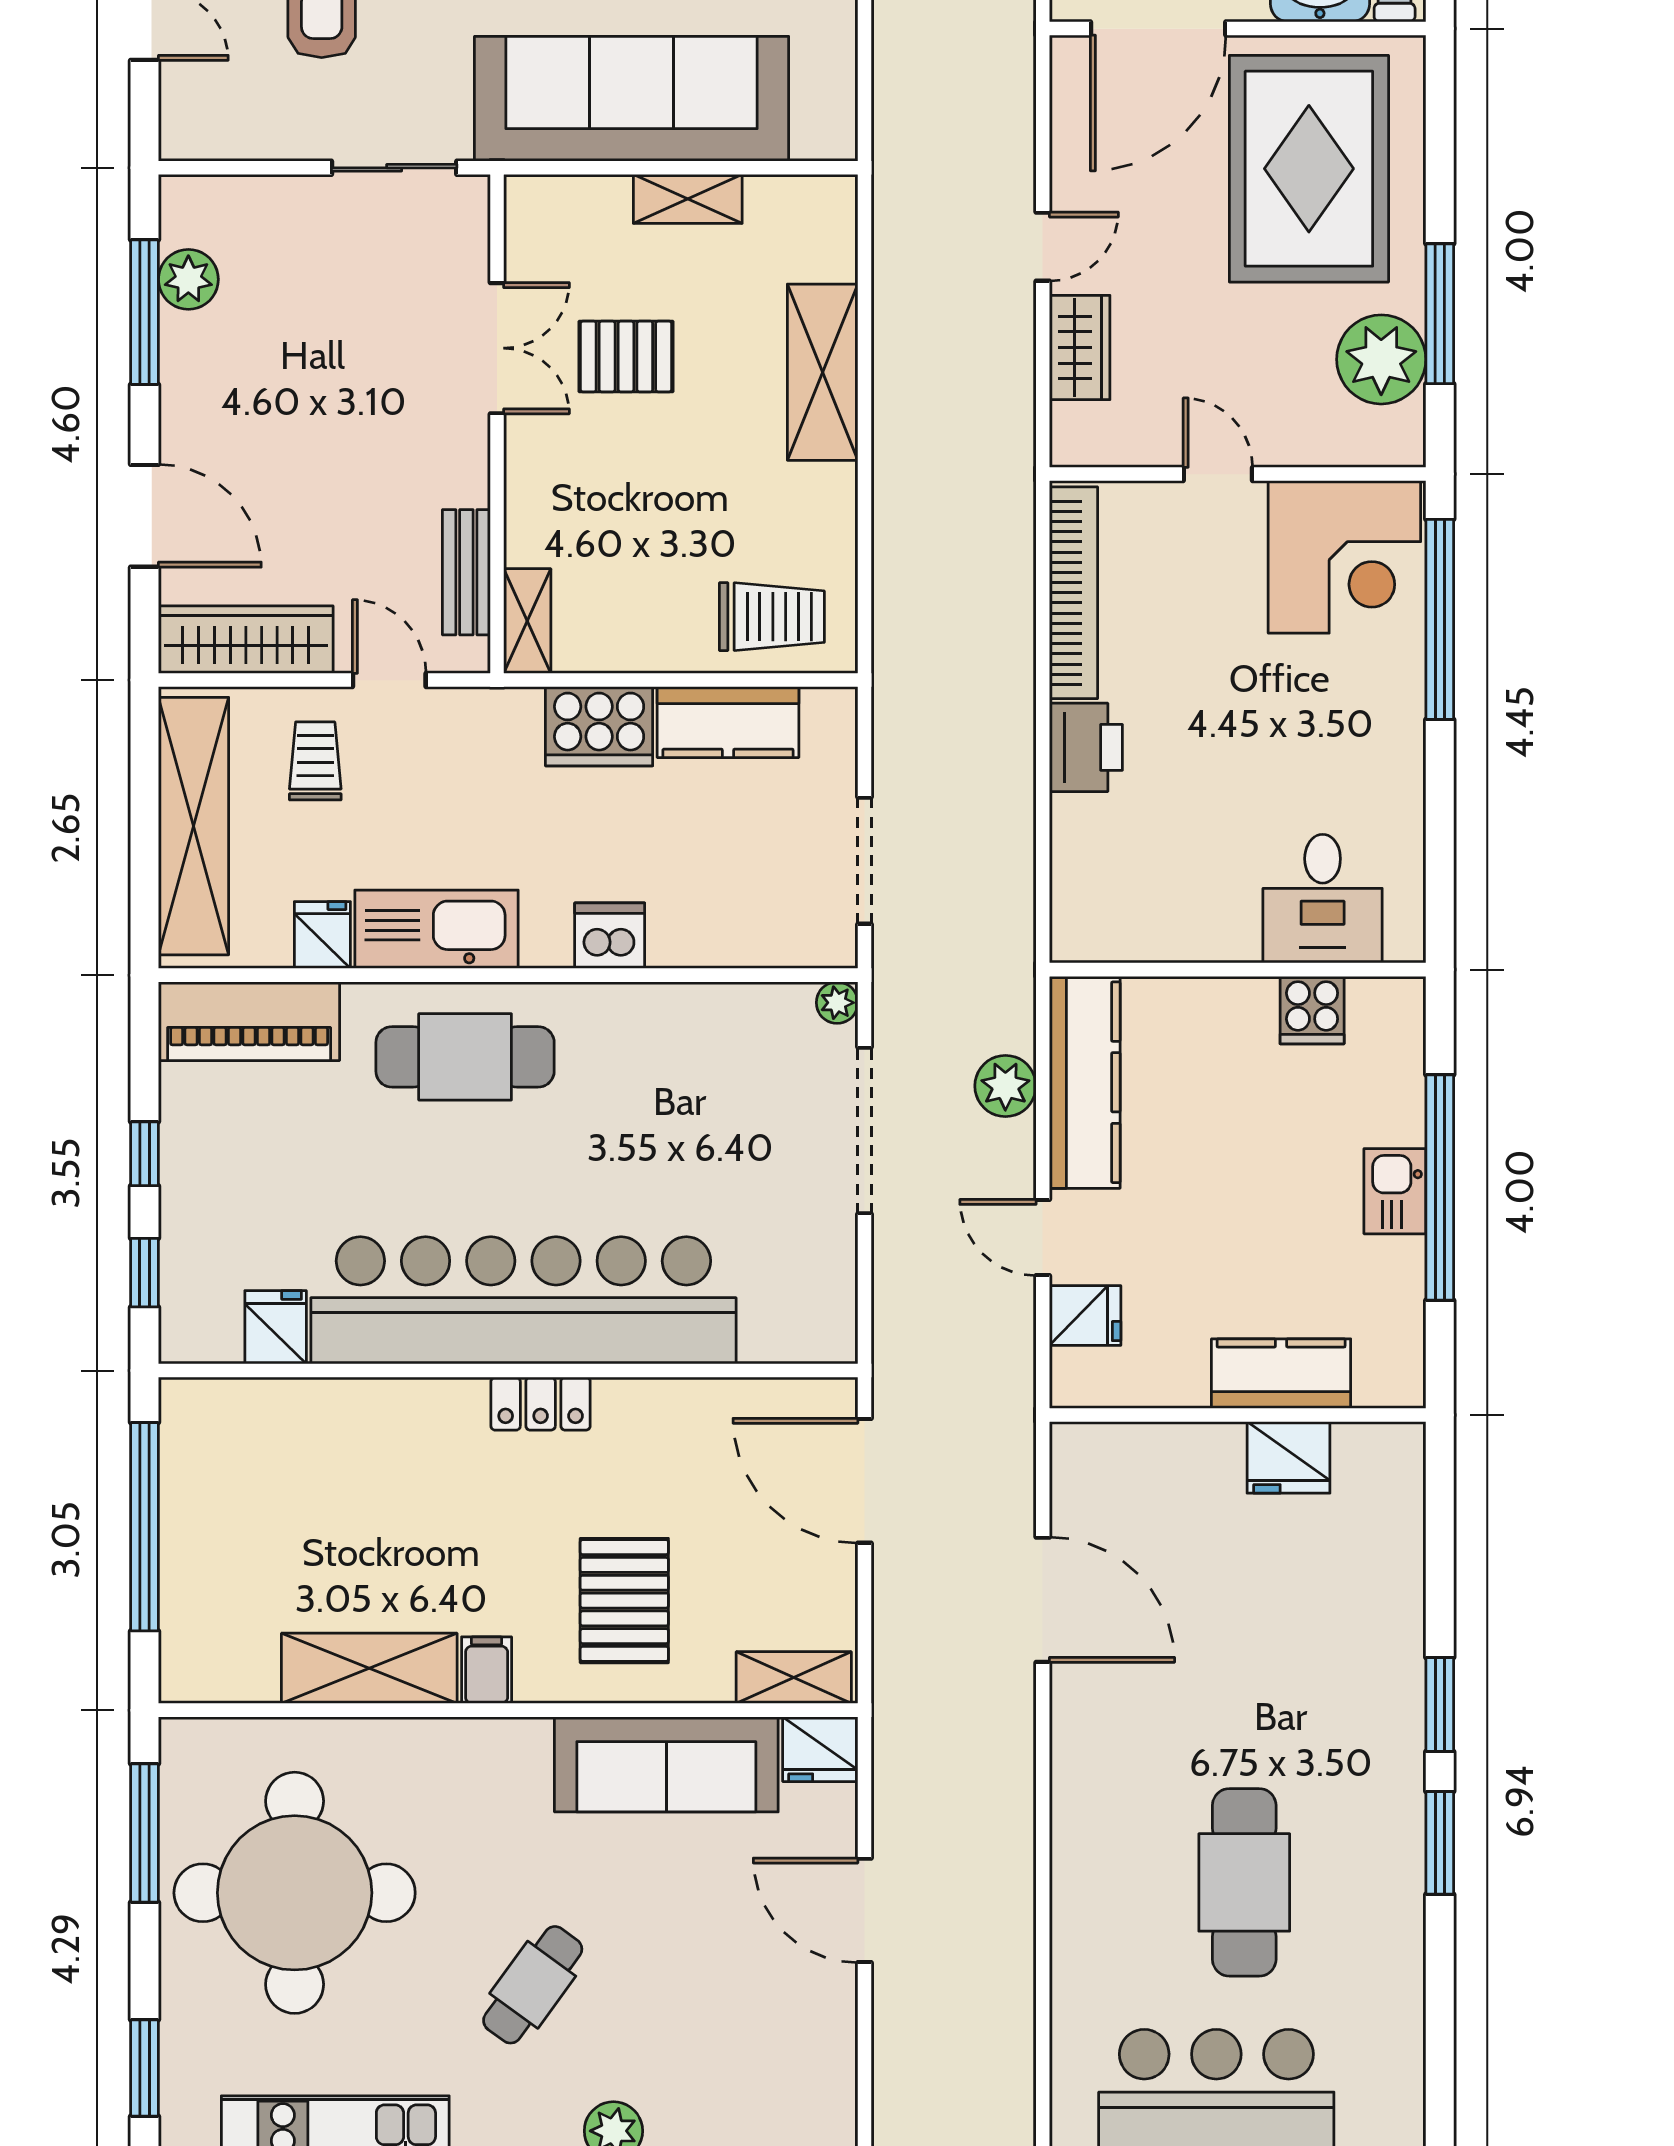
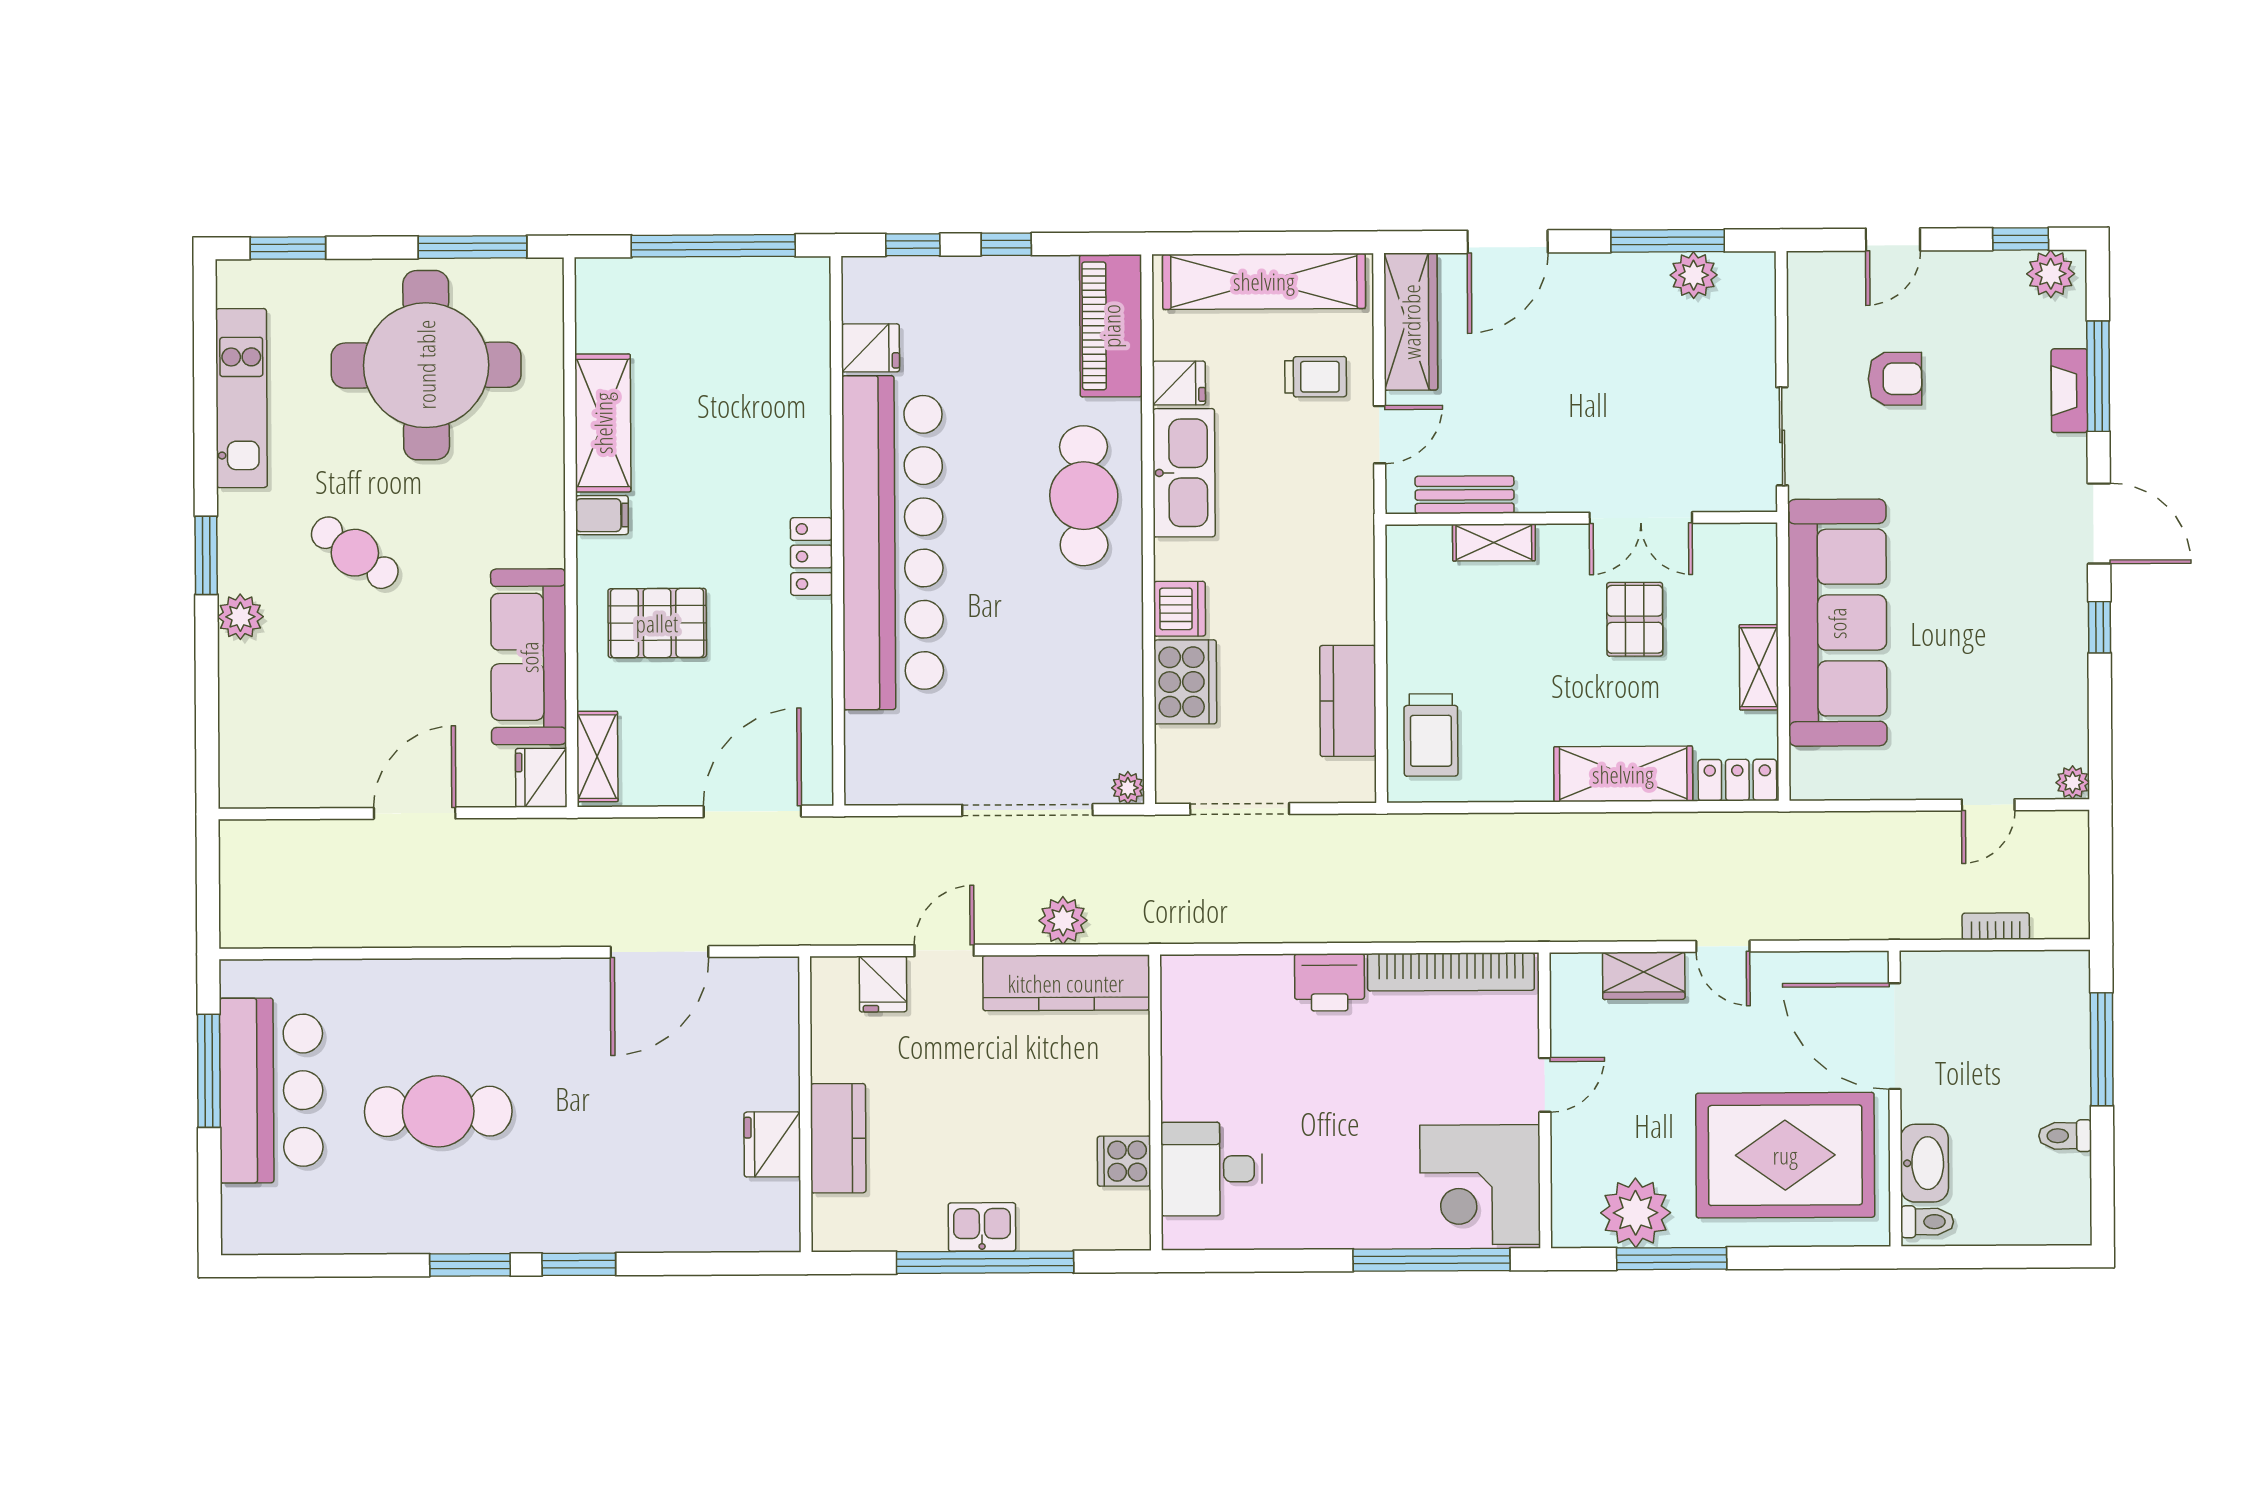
locker: (831, 227) -> (1737, 780), added
shelving: (527, 621) -> (1494, 542), moved
cooker: (599, 726) -> (1185, 682), moved, turned 180

